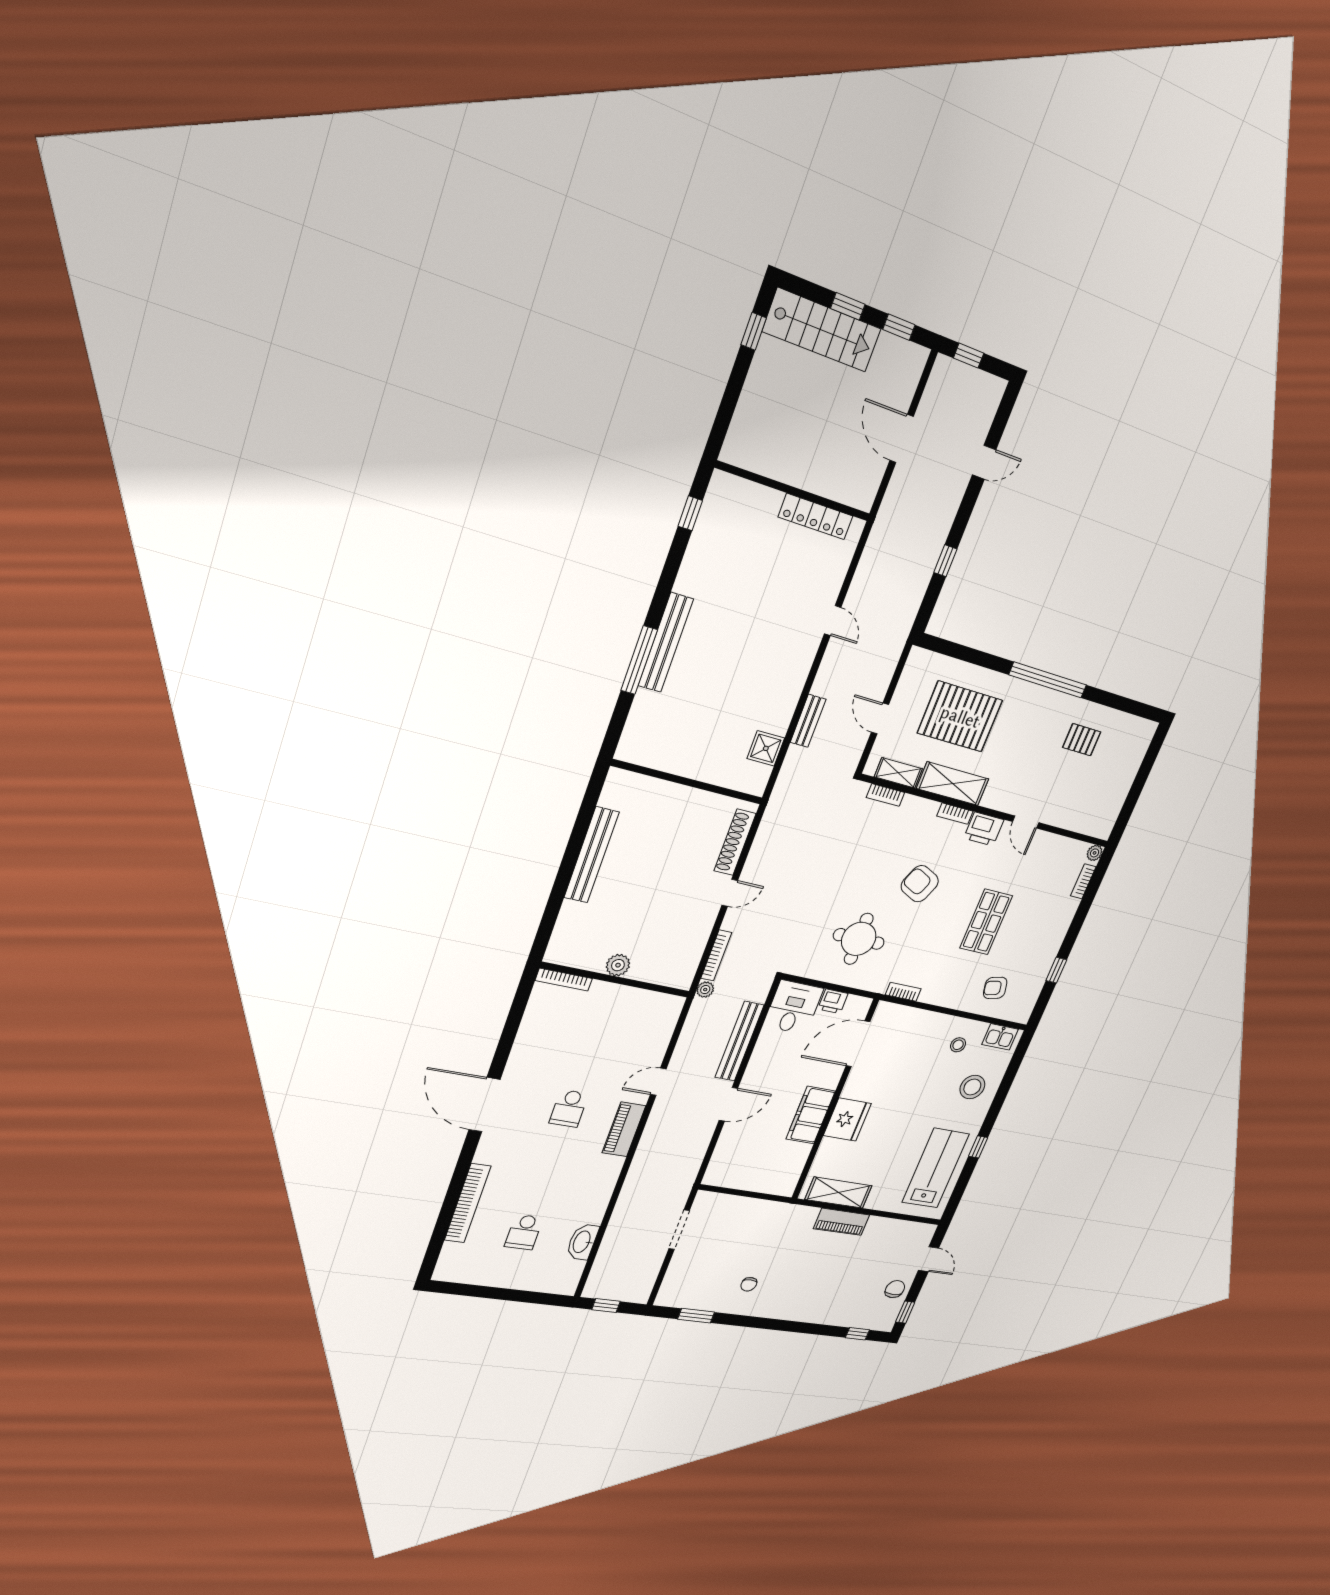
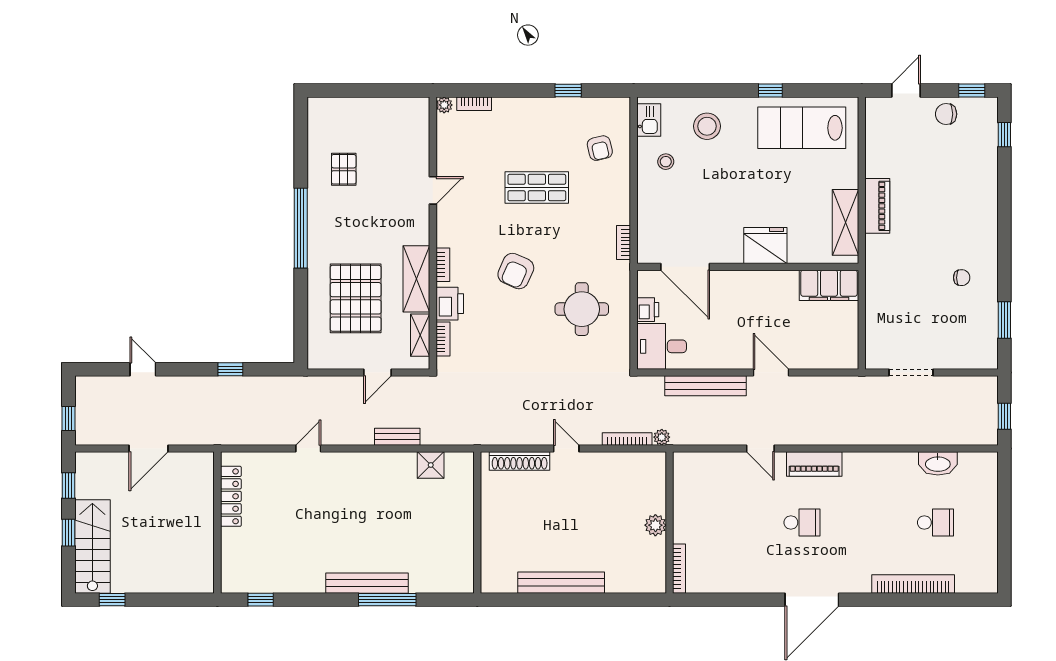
printer: (984, 829) -> (450, 304), moved
filing cabinet: (811, 1115) -> (829, 285), moved

